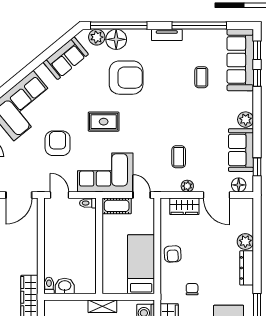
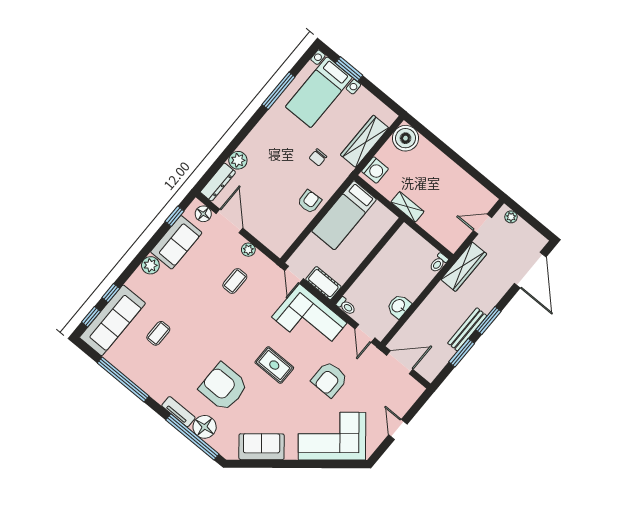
tv unit: (167, 35) -> (178, 412), moved
plant: (97, 37) -> (220, 443), removed
wardrobe: (184, 206) -> (265, 234), removed
dresser: (247, 268) -> (218, 182), moved
washbasin: (65, 286) -> (399, 306), moved, turned 90

